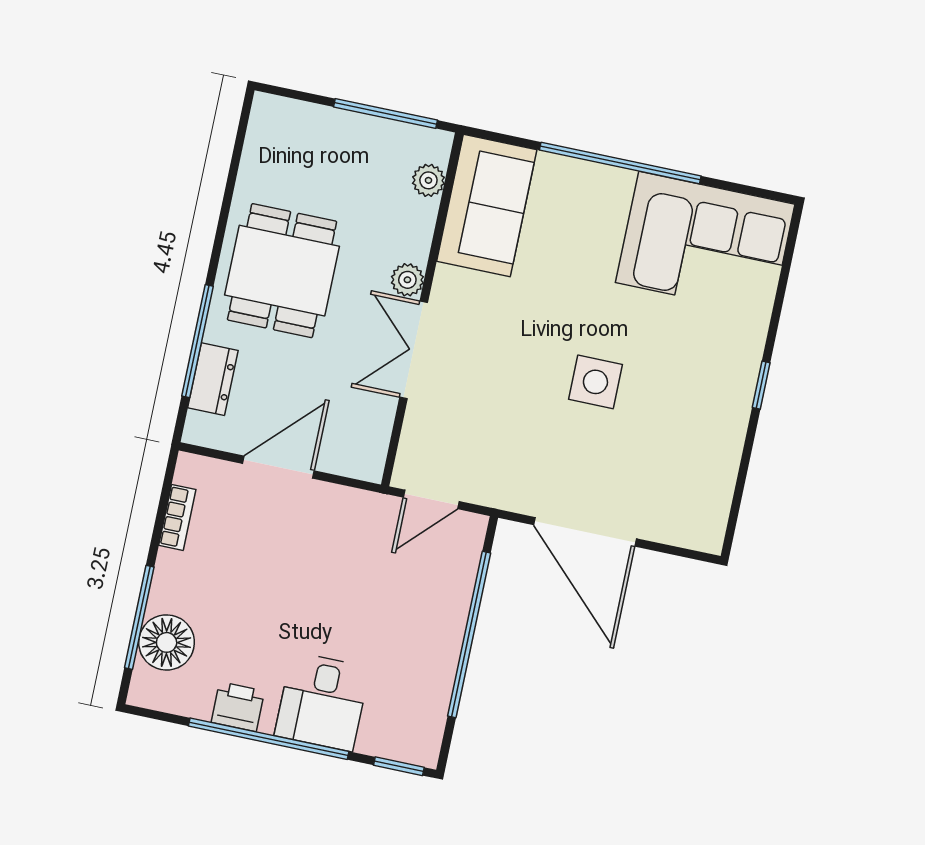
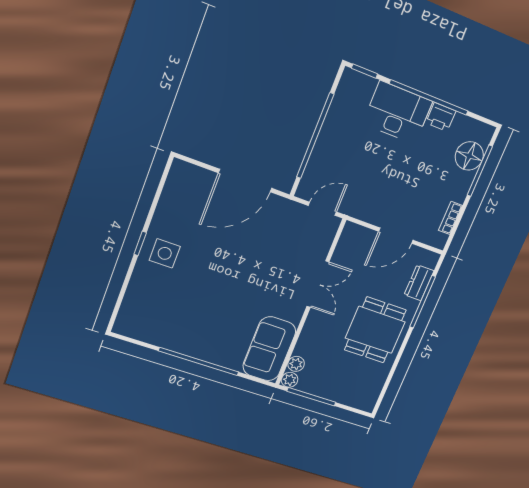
corner sofa: (705, 243) -> (160, 318), removed
plant: (407, 280) -> (290, 380), moved
side table: (595, 382) -> (165, 253), moved
door: (585, 532) -> (245, 181), swing flipped
desk: (322, 702) -> (398, 113), width x1.37

